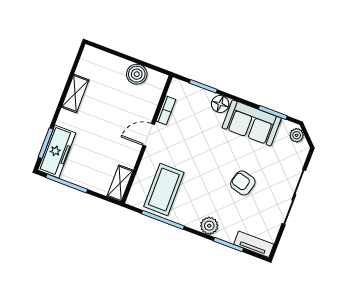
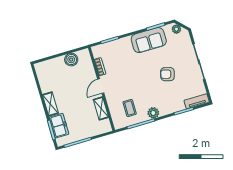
shelving: (75, 93) -> (50, 104), moved
floor lamp: (220, 104) -> (125, 43), removed
freezer: (57, 151) -> (59, 126), width x0.71
shelving: (120, 183) -> (101, 108), moved
coffee table: (164, 190) -> (130, 108), width x0.54, depth x0.58
plant: (209, 226) -> (153, 113), moved

